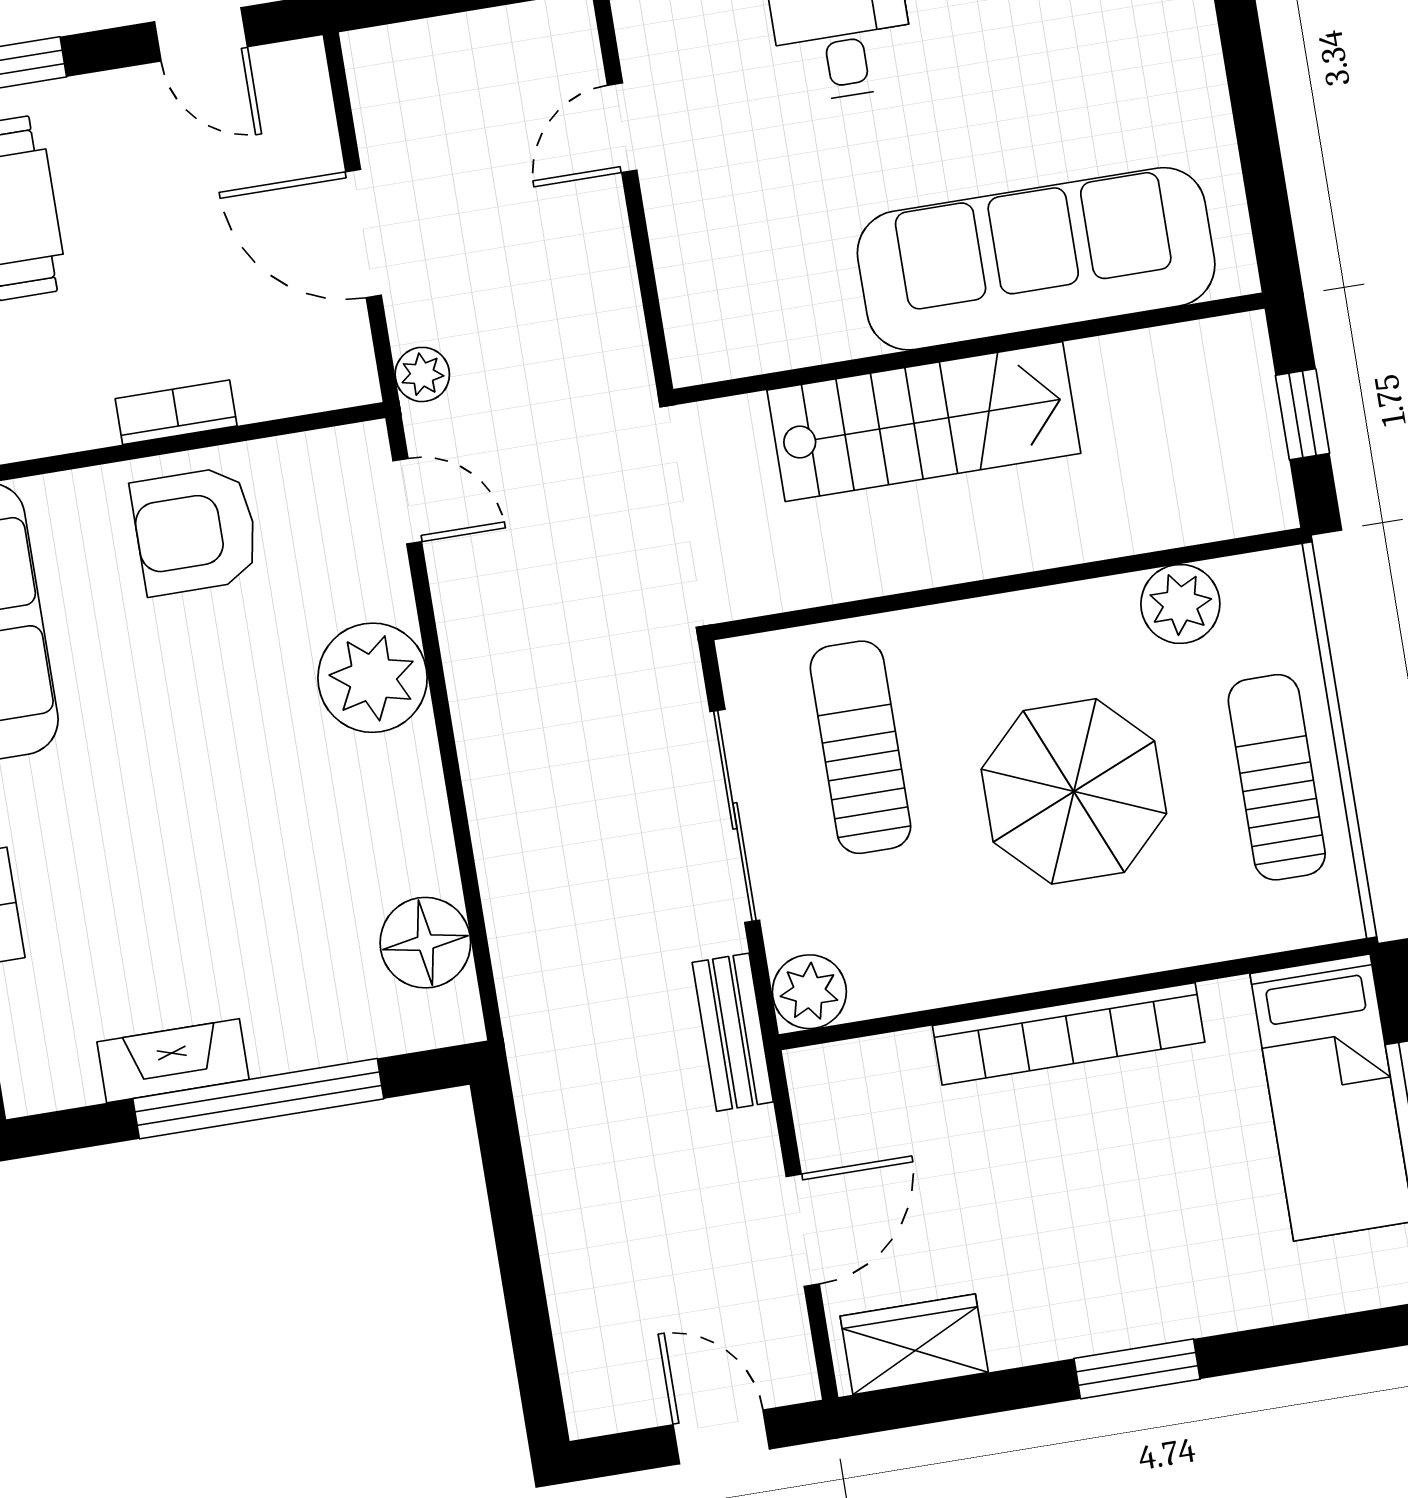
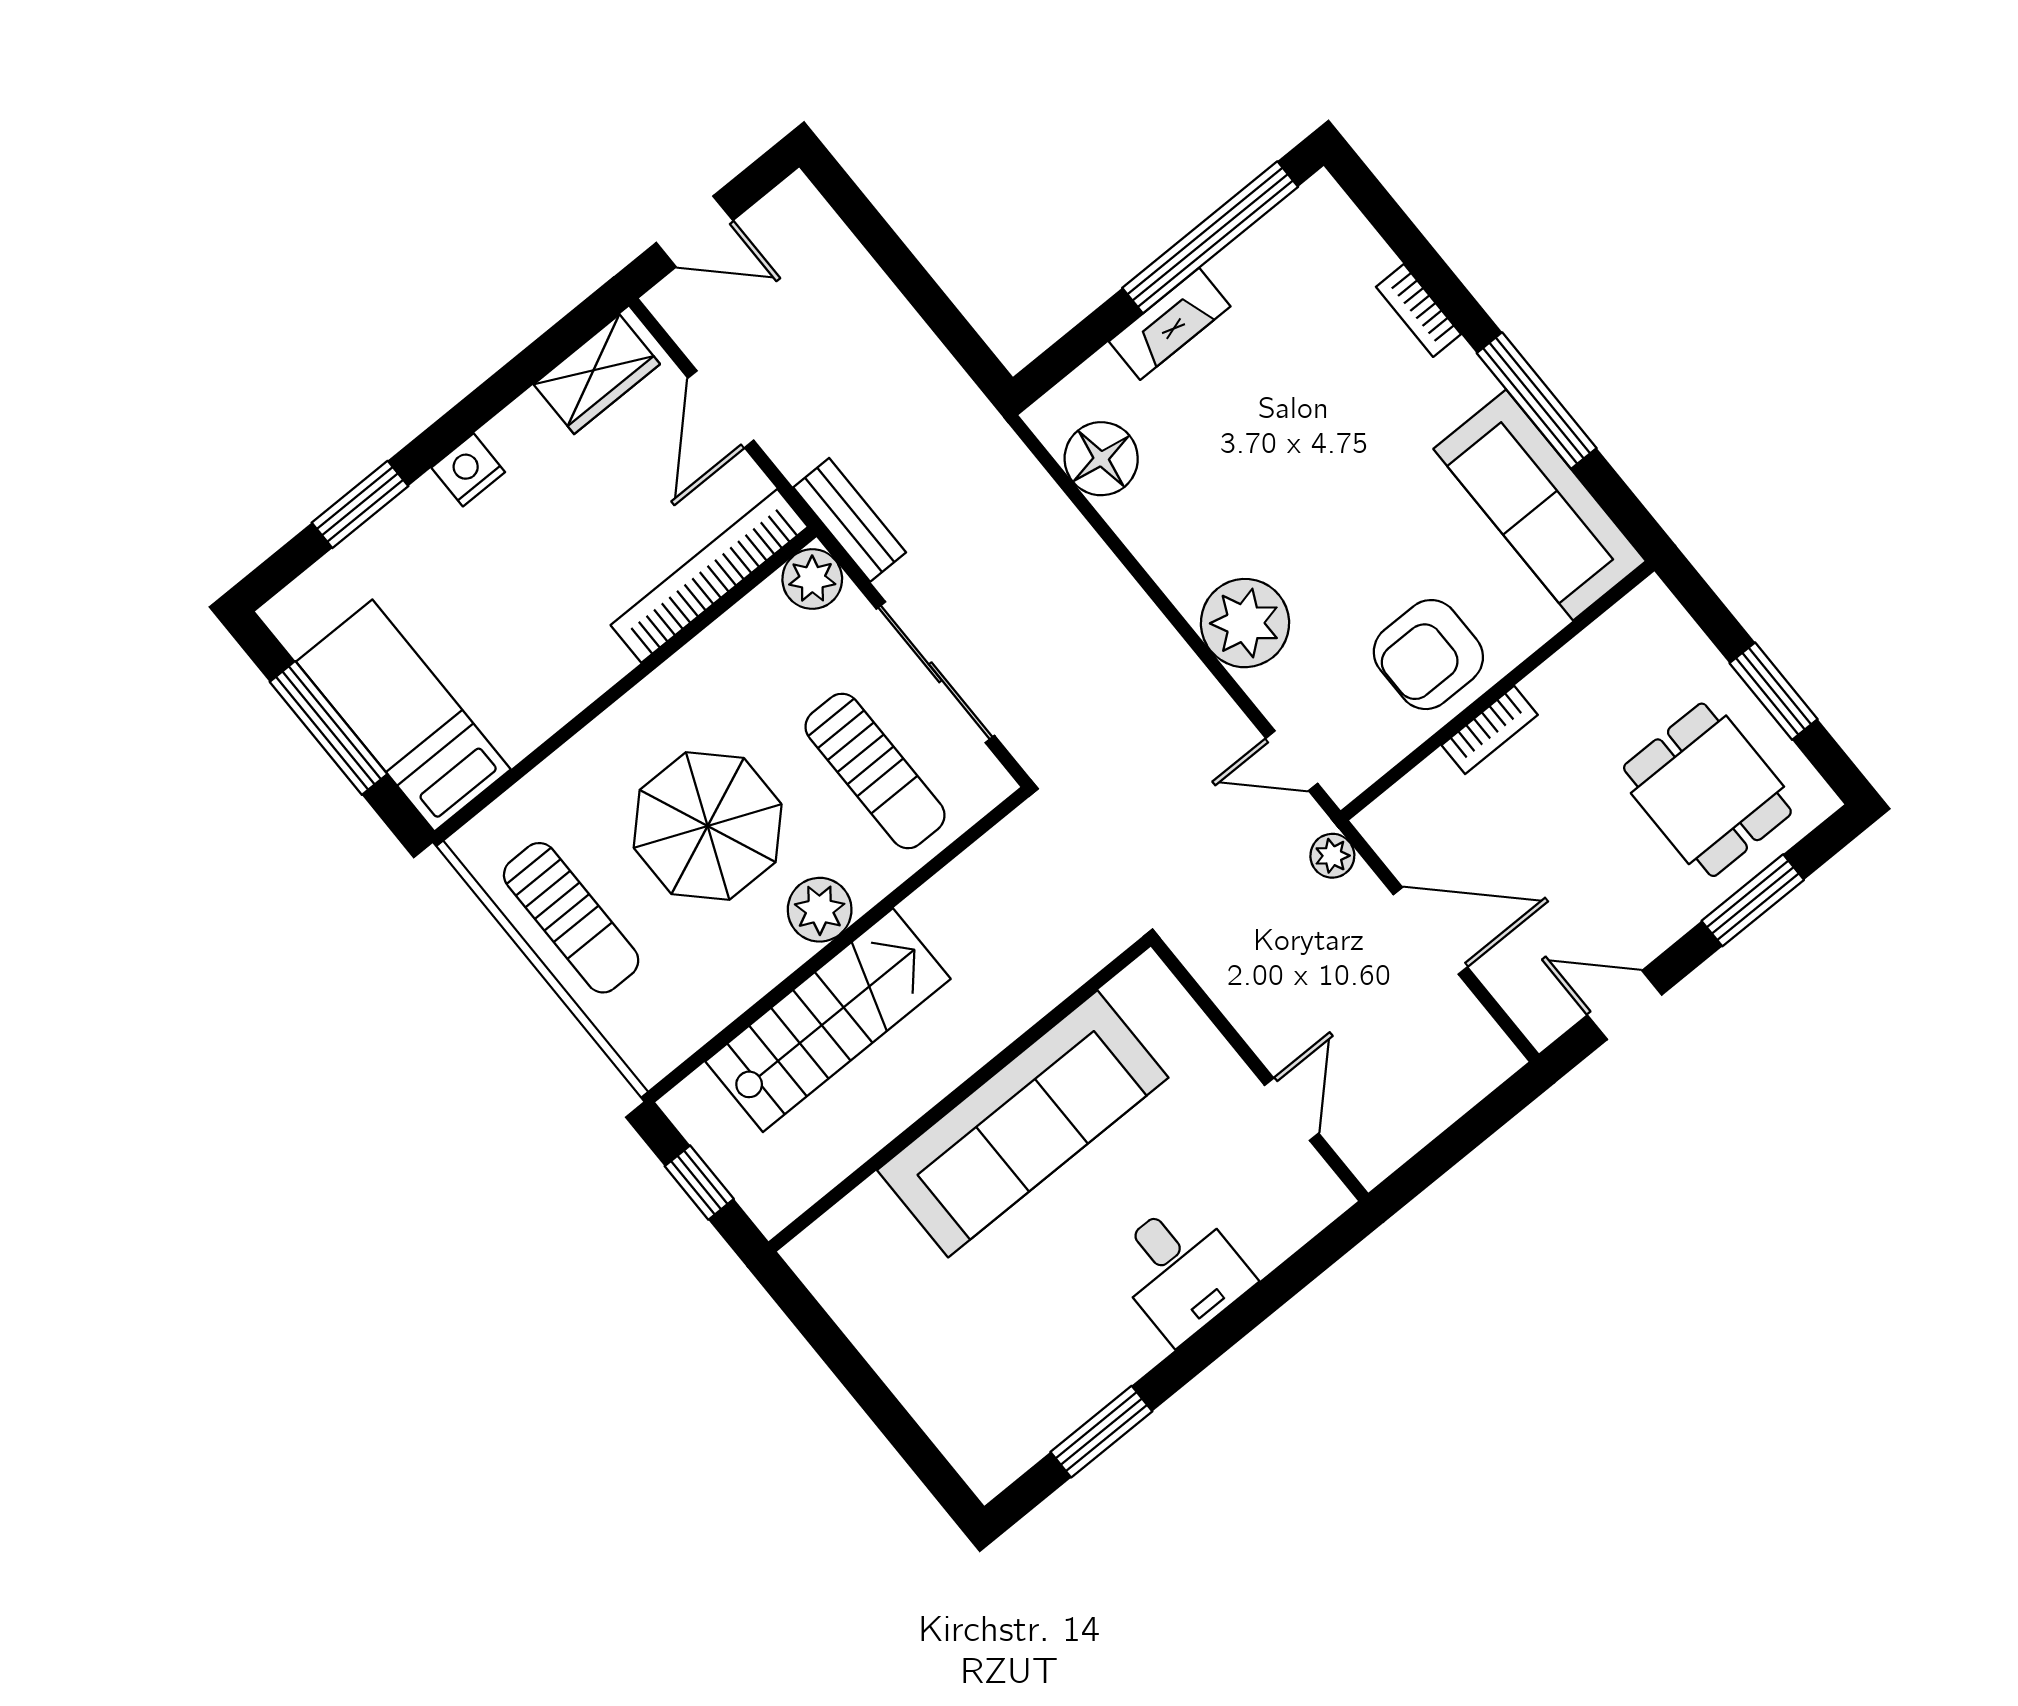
sofa: (1036, 259) -> (1023, 1124), moved
stairs: (924, 422) -> (828, 1020), moved, turned 180
armchair: (195, 531) -> (1428, 655), turned 180
plant: (1180, 604) -> (820, 910), moved
bookcase: (1069, 1034) -> (709, 576), moved
fireplace: (173, 1061) -> (1170, 324), moved
window: (258, 1099) -> (1210, 237), moved
nightstand: (1111, 1321) -> (468, 470), added
window: (1137, 1369) -> (360, 504), moved

